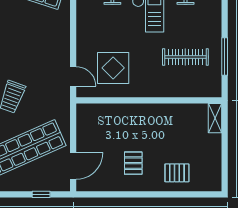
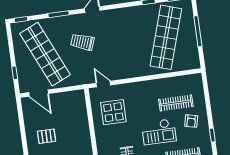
door: (73, 76) -> (103, 84), swing flipped

